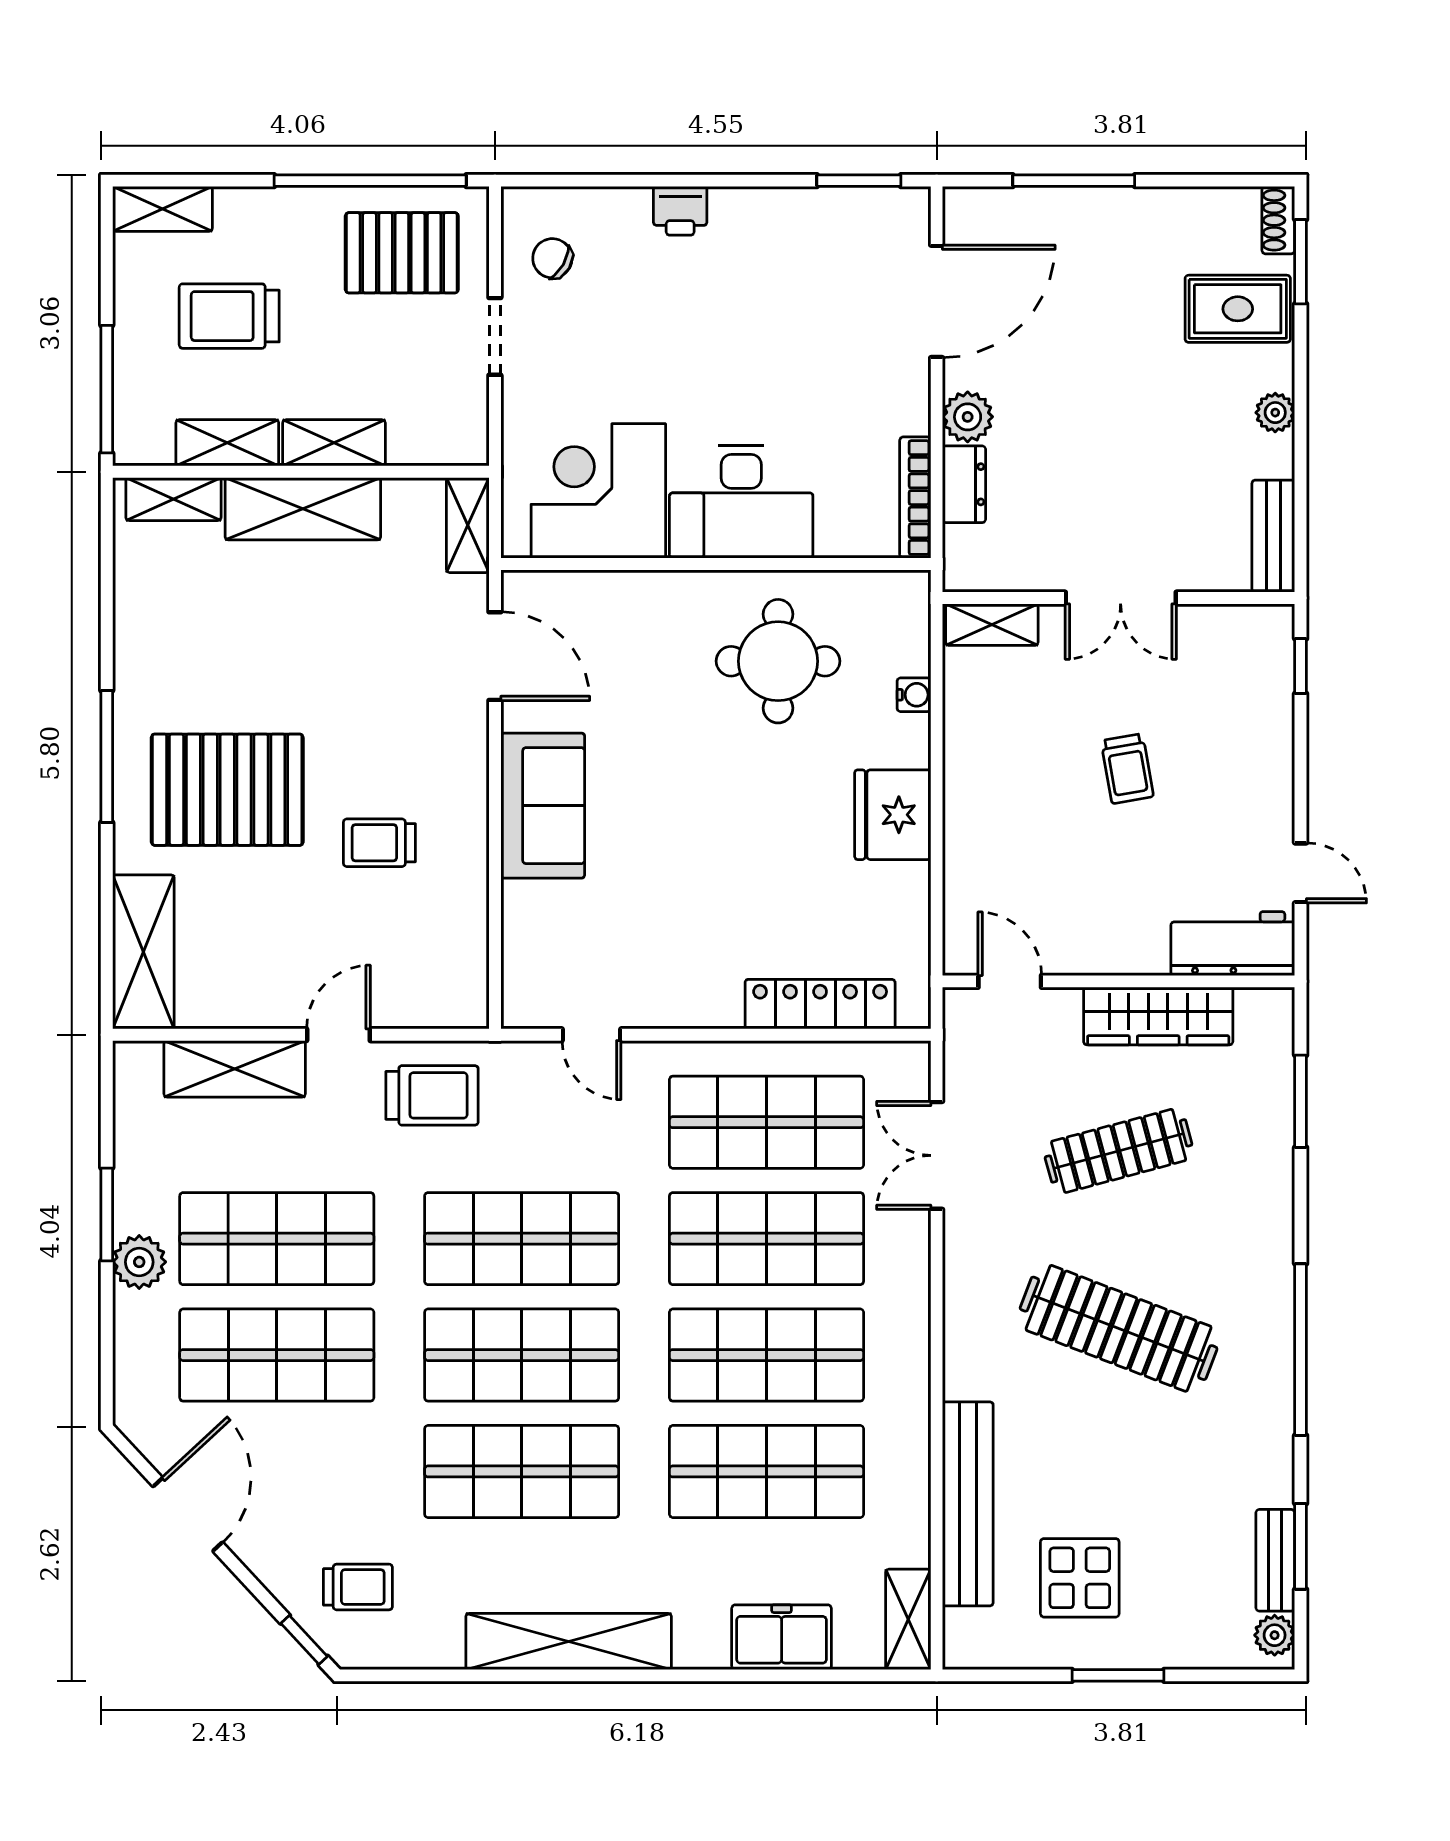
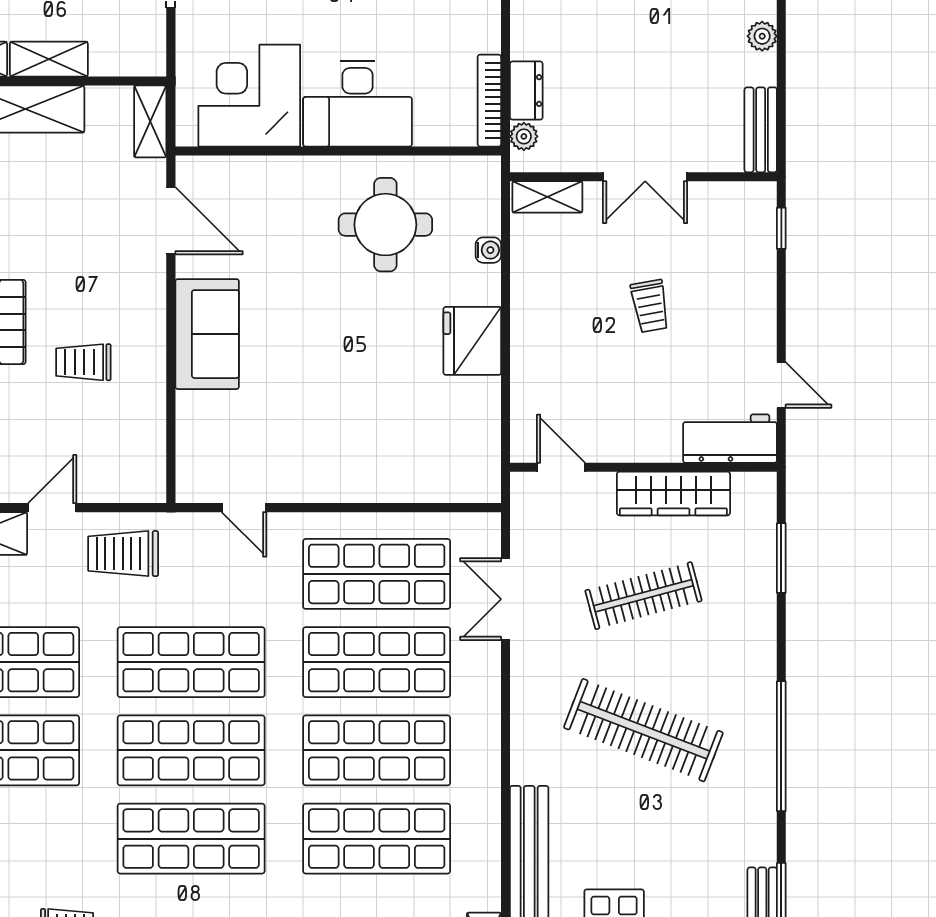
plant: (968, 417) -> (524, 136), moved, width x0.73, depth x0.73
locker: (820, 1004) -> (417, 484), removed
trolley: (432, 1095) -> (123, 554), turned 180

